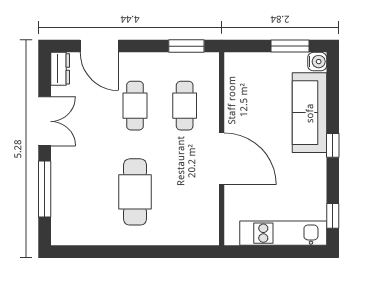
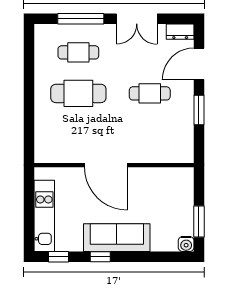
window: (186, 46) -> (199, 110), moved
cafe table: (185, 106) -> (78, 52), moved
sofa: (310, 113) -> (117, 238), moved
window: (333, 145) -> (100, 257), moved
door: (222, 159) -> (106, 165), hinge flipped

